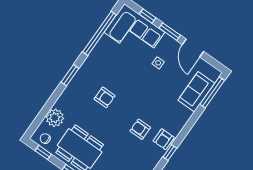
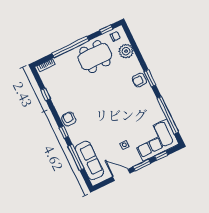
sofa: (196, 92) -> (89, 160), width x1.36
window: (212, 92) -> (76, 157), moved
armchair: (105, 97) -> (139, 80), moved
armchair: (140, 129) -> (85, 107), removed
window: (170, 153) -> (64, 132), moved

